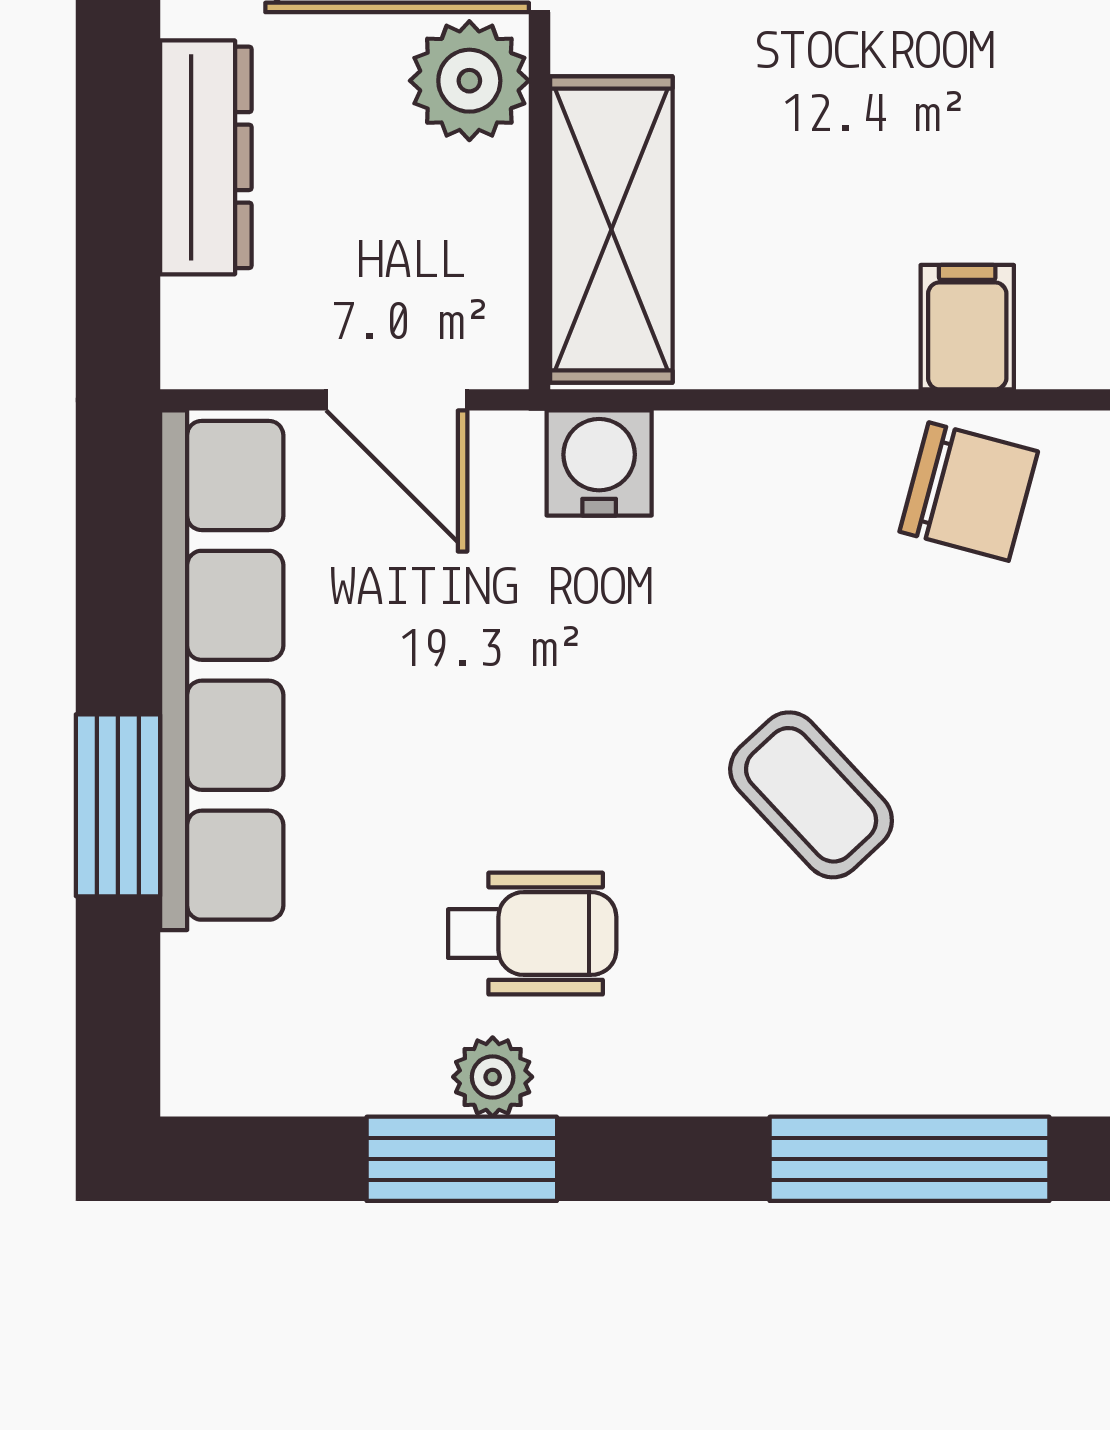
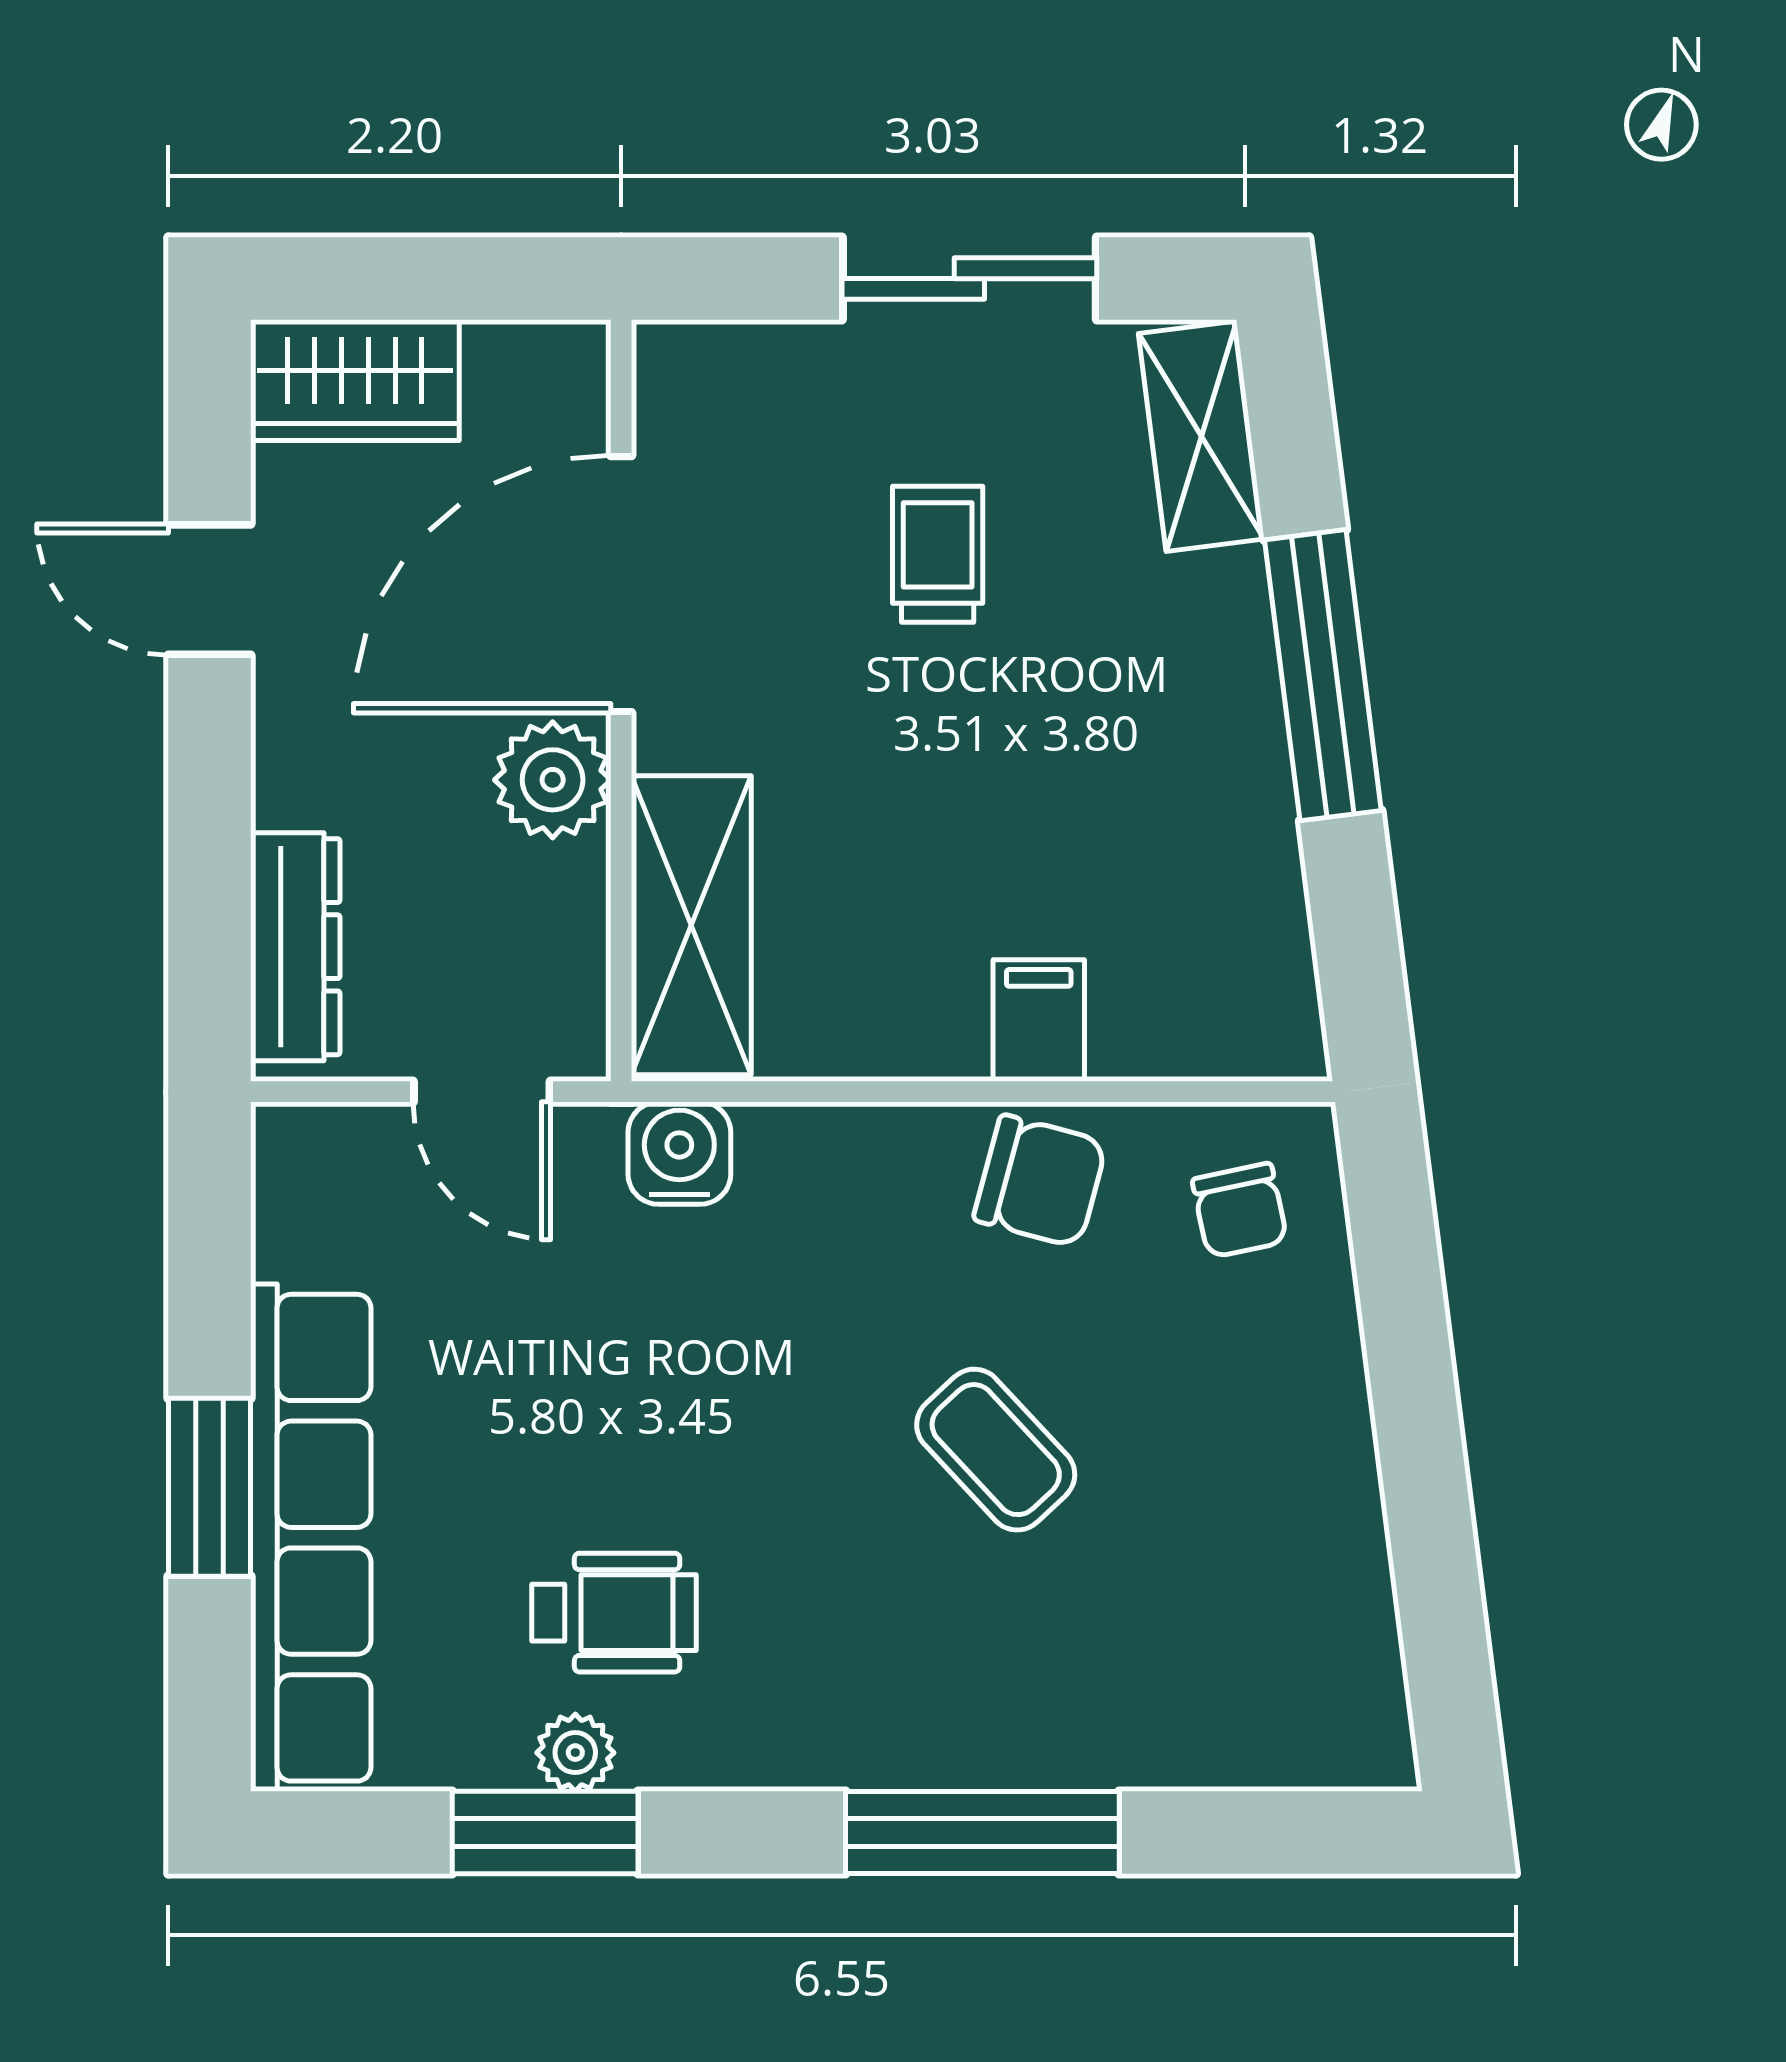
dresser: (206, 157) -> (295, 947), moved
row of seats: (222, 670) -> (311, 1538), moved
coffee table: (811, 795) -> (996, 1450), moved

